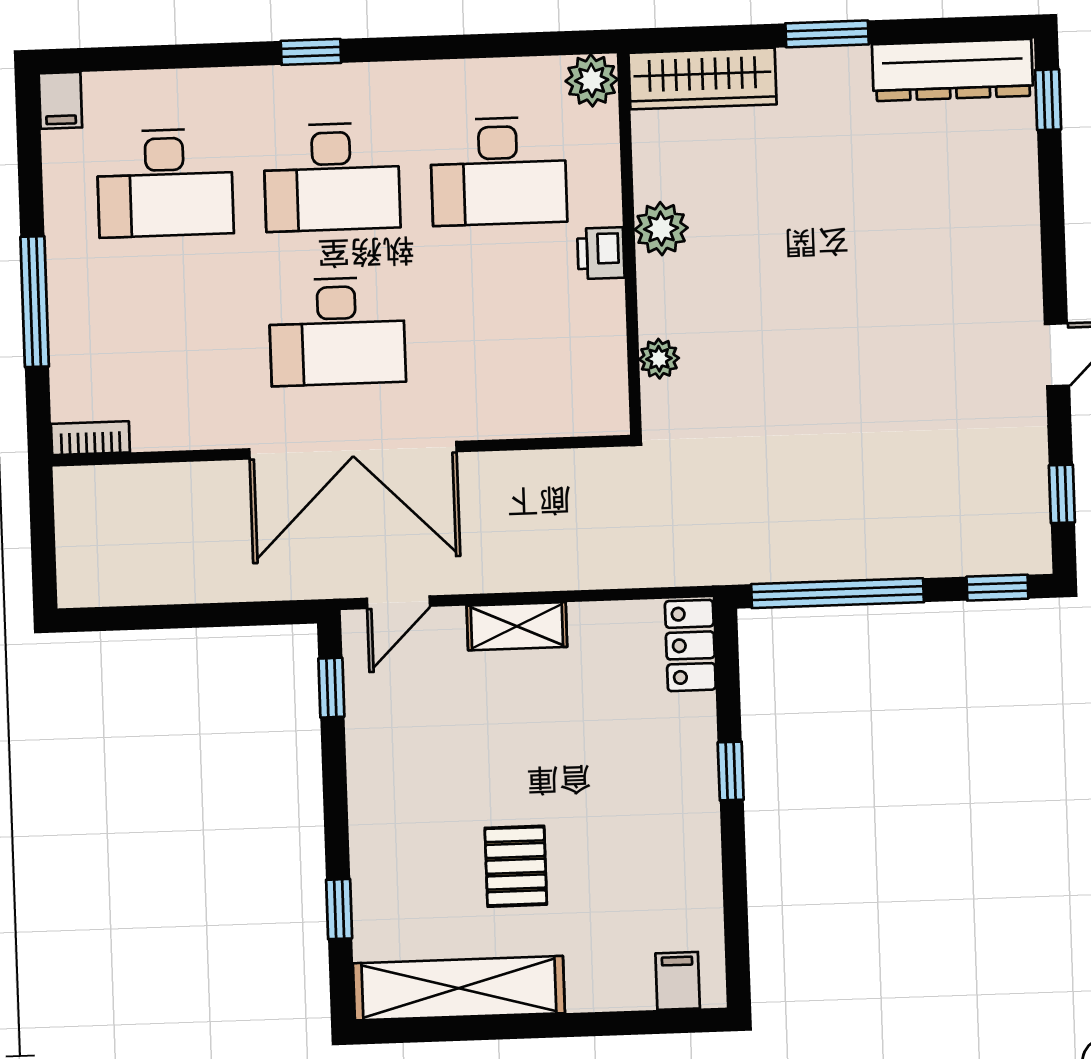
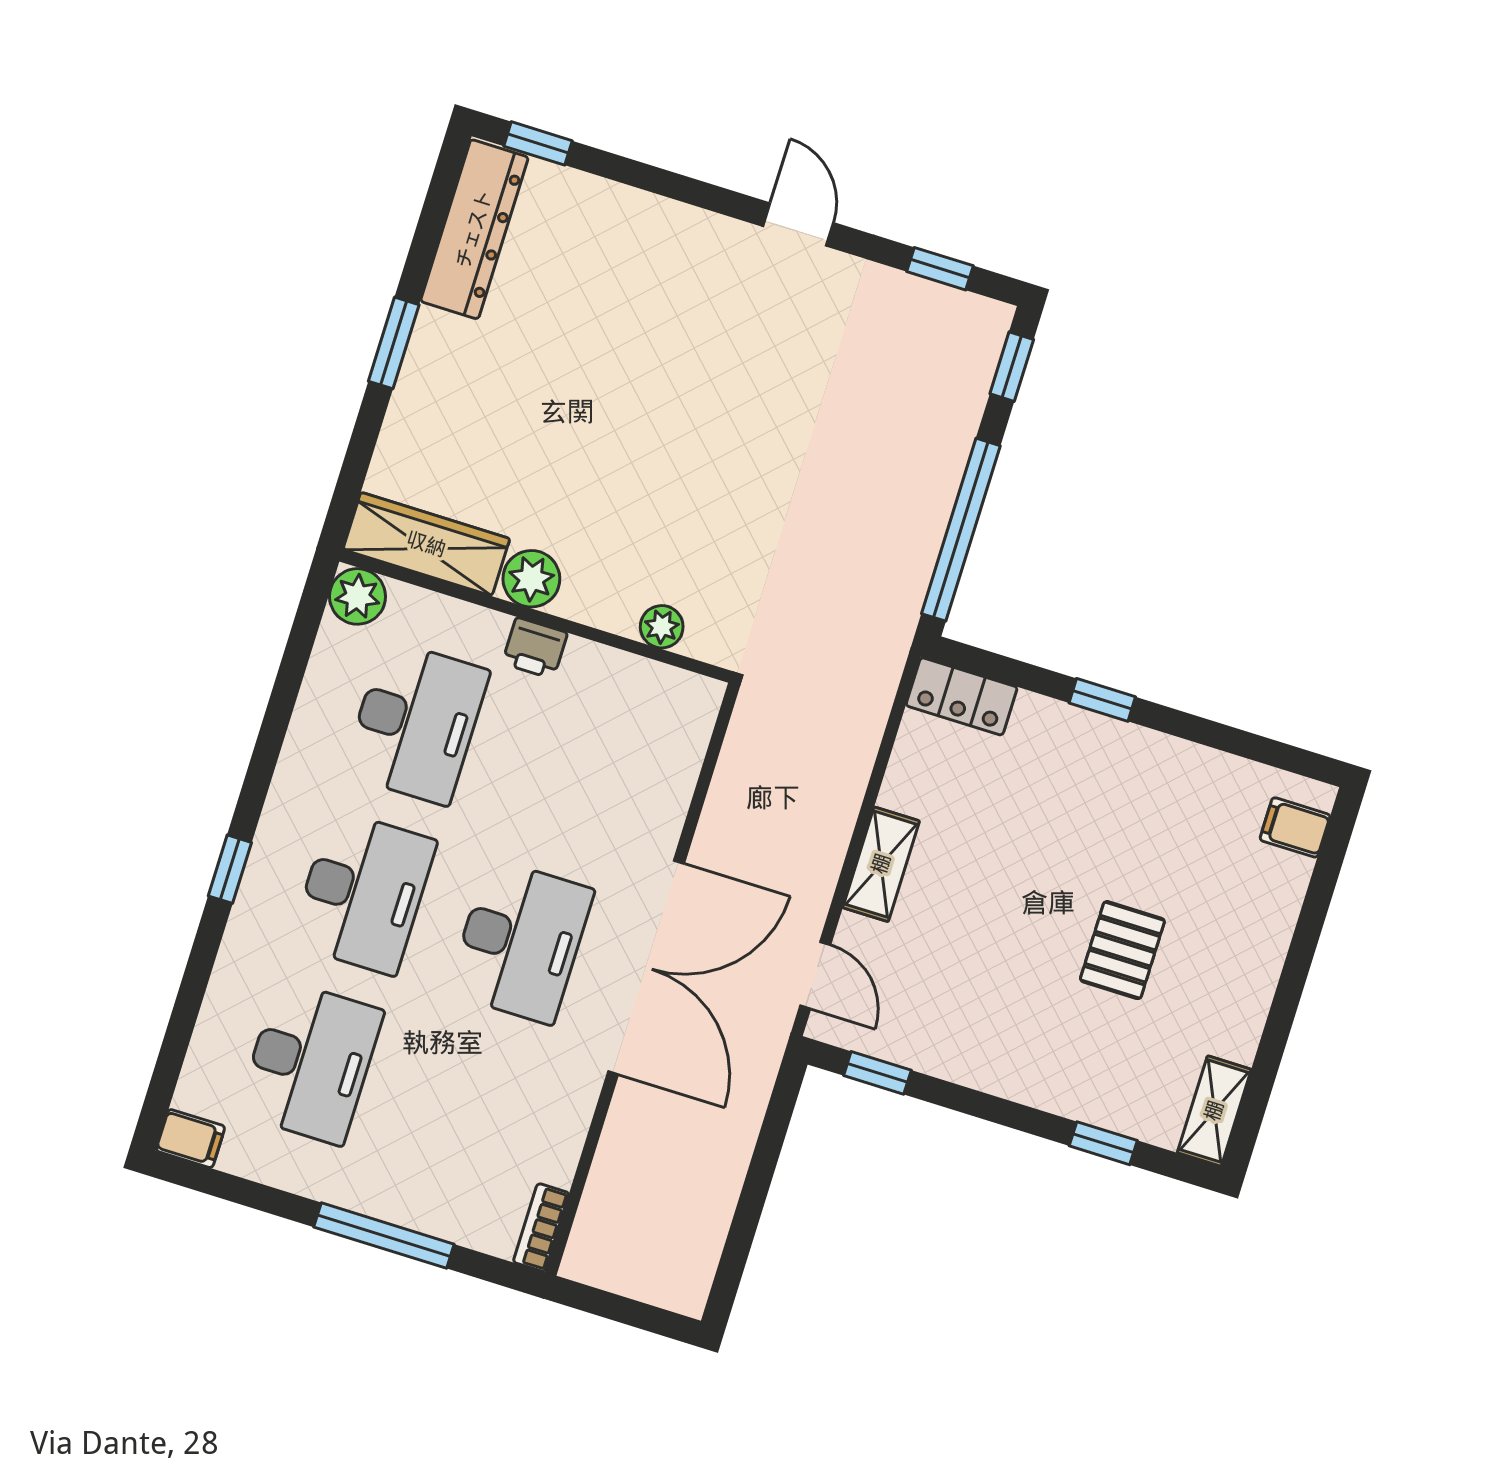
wardrobe: (703, 79) -> (426, 544), moved, turned -90
pallet: (516, 866) -> (1122, 950), turned 90
shelving: (459, 988) -> (1214, 1111), width x0.45, depth x0.75

